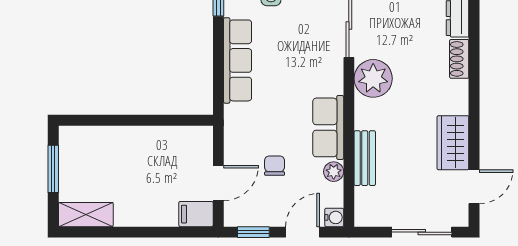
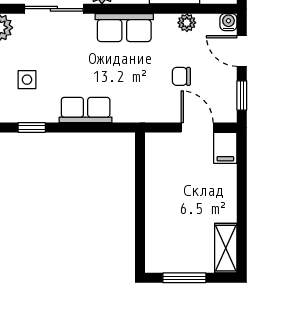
row of seats: (238, 60) -> (86, 110), width x0.68
row of seats: (328, 127) -> (124, 28), moved

